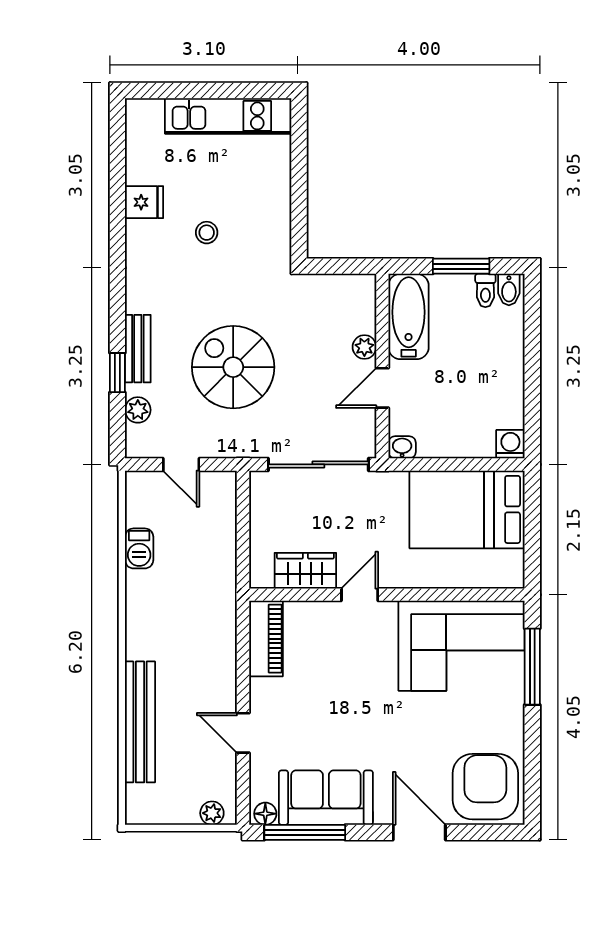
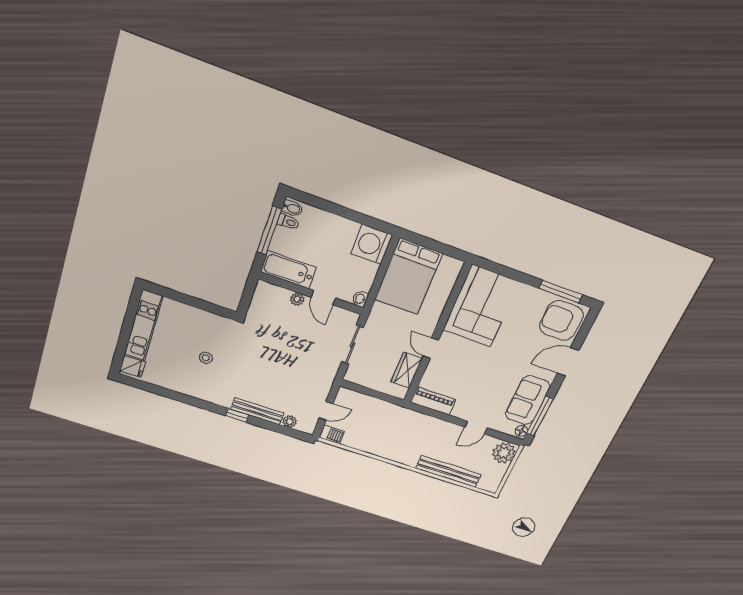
fridge: (144, 202) -> (132, 367), moved, turned 90
window: (461, 266) -> (269, 230), width x1.44
bench: (138, 349) -> (257, 411), width x1.36
spiral stairs: (233, 367) -> (284, 369), removed
window: (117, 373) -> (237, 415), moved
washing machine: (510, 444) -> (372, 244), width x1.89, depth x1.89
sliding door: (318, 464) -> (353, 345), width x0.73
barbecue: (139, 548) -> (332, 434), moved
window: (532, 667) -> (561, 292), moved
plant: (212, 813) -> (504, 453), width x1.87, depth x1.87

